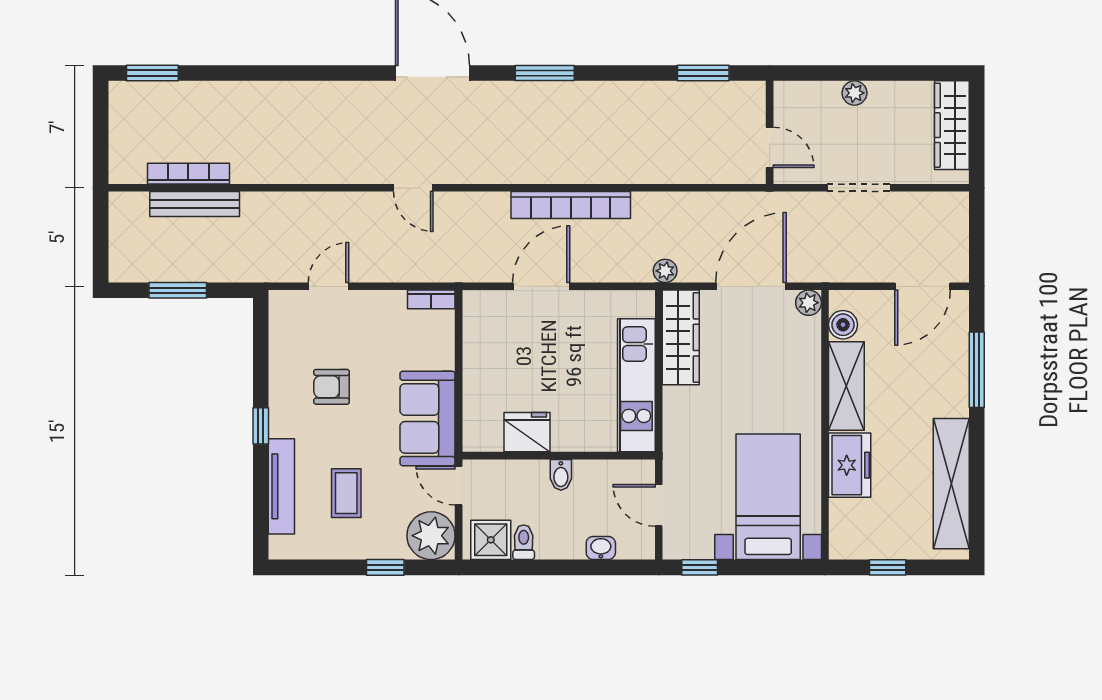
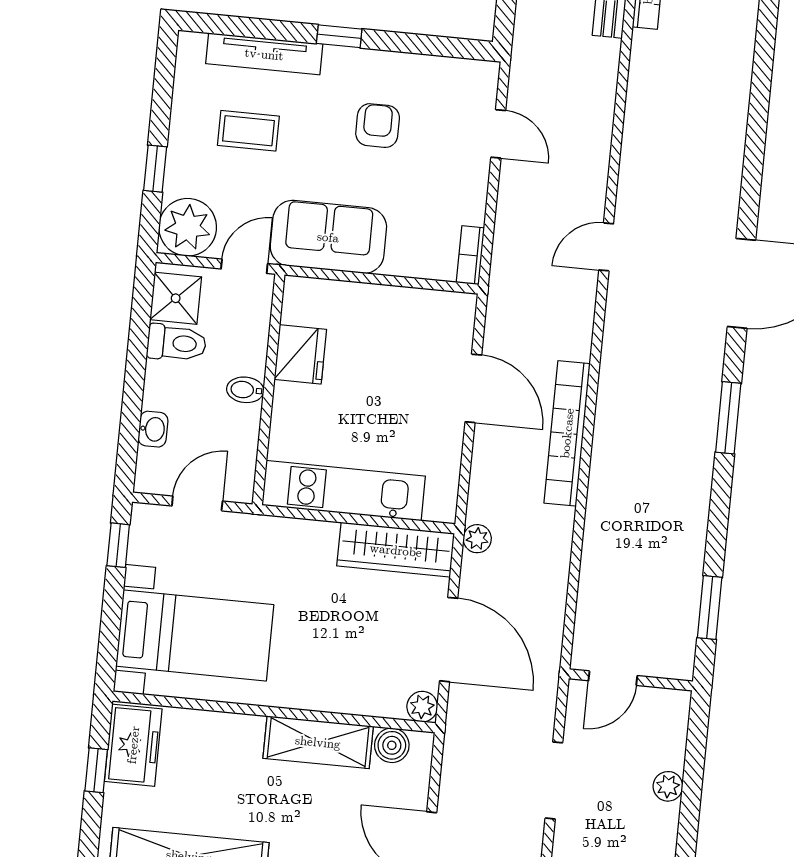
freezer: (850, 465) -> (133, 745), moved, turned -90
toilet: (524, 542) -> (176, 343), width x1.37, depth x1.39

